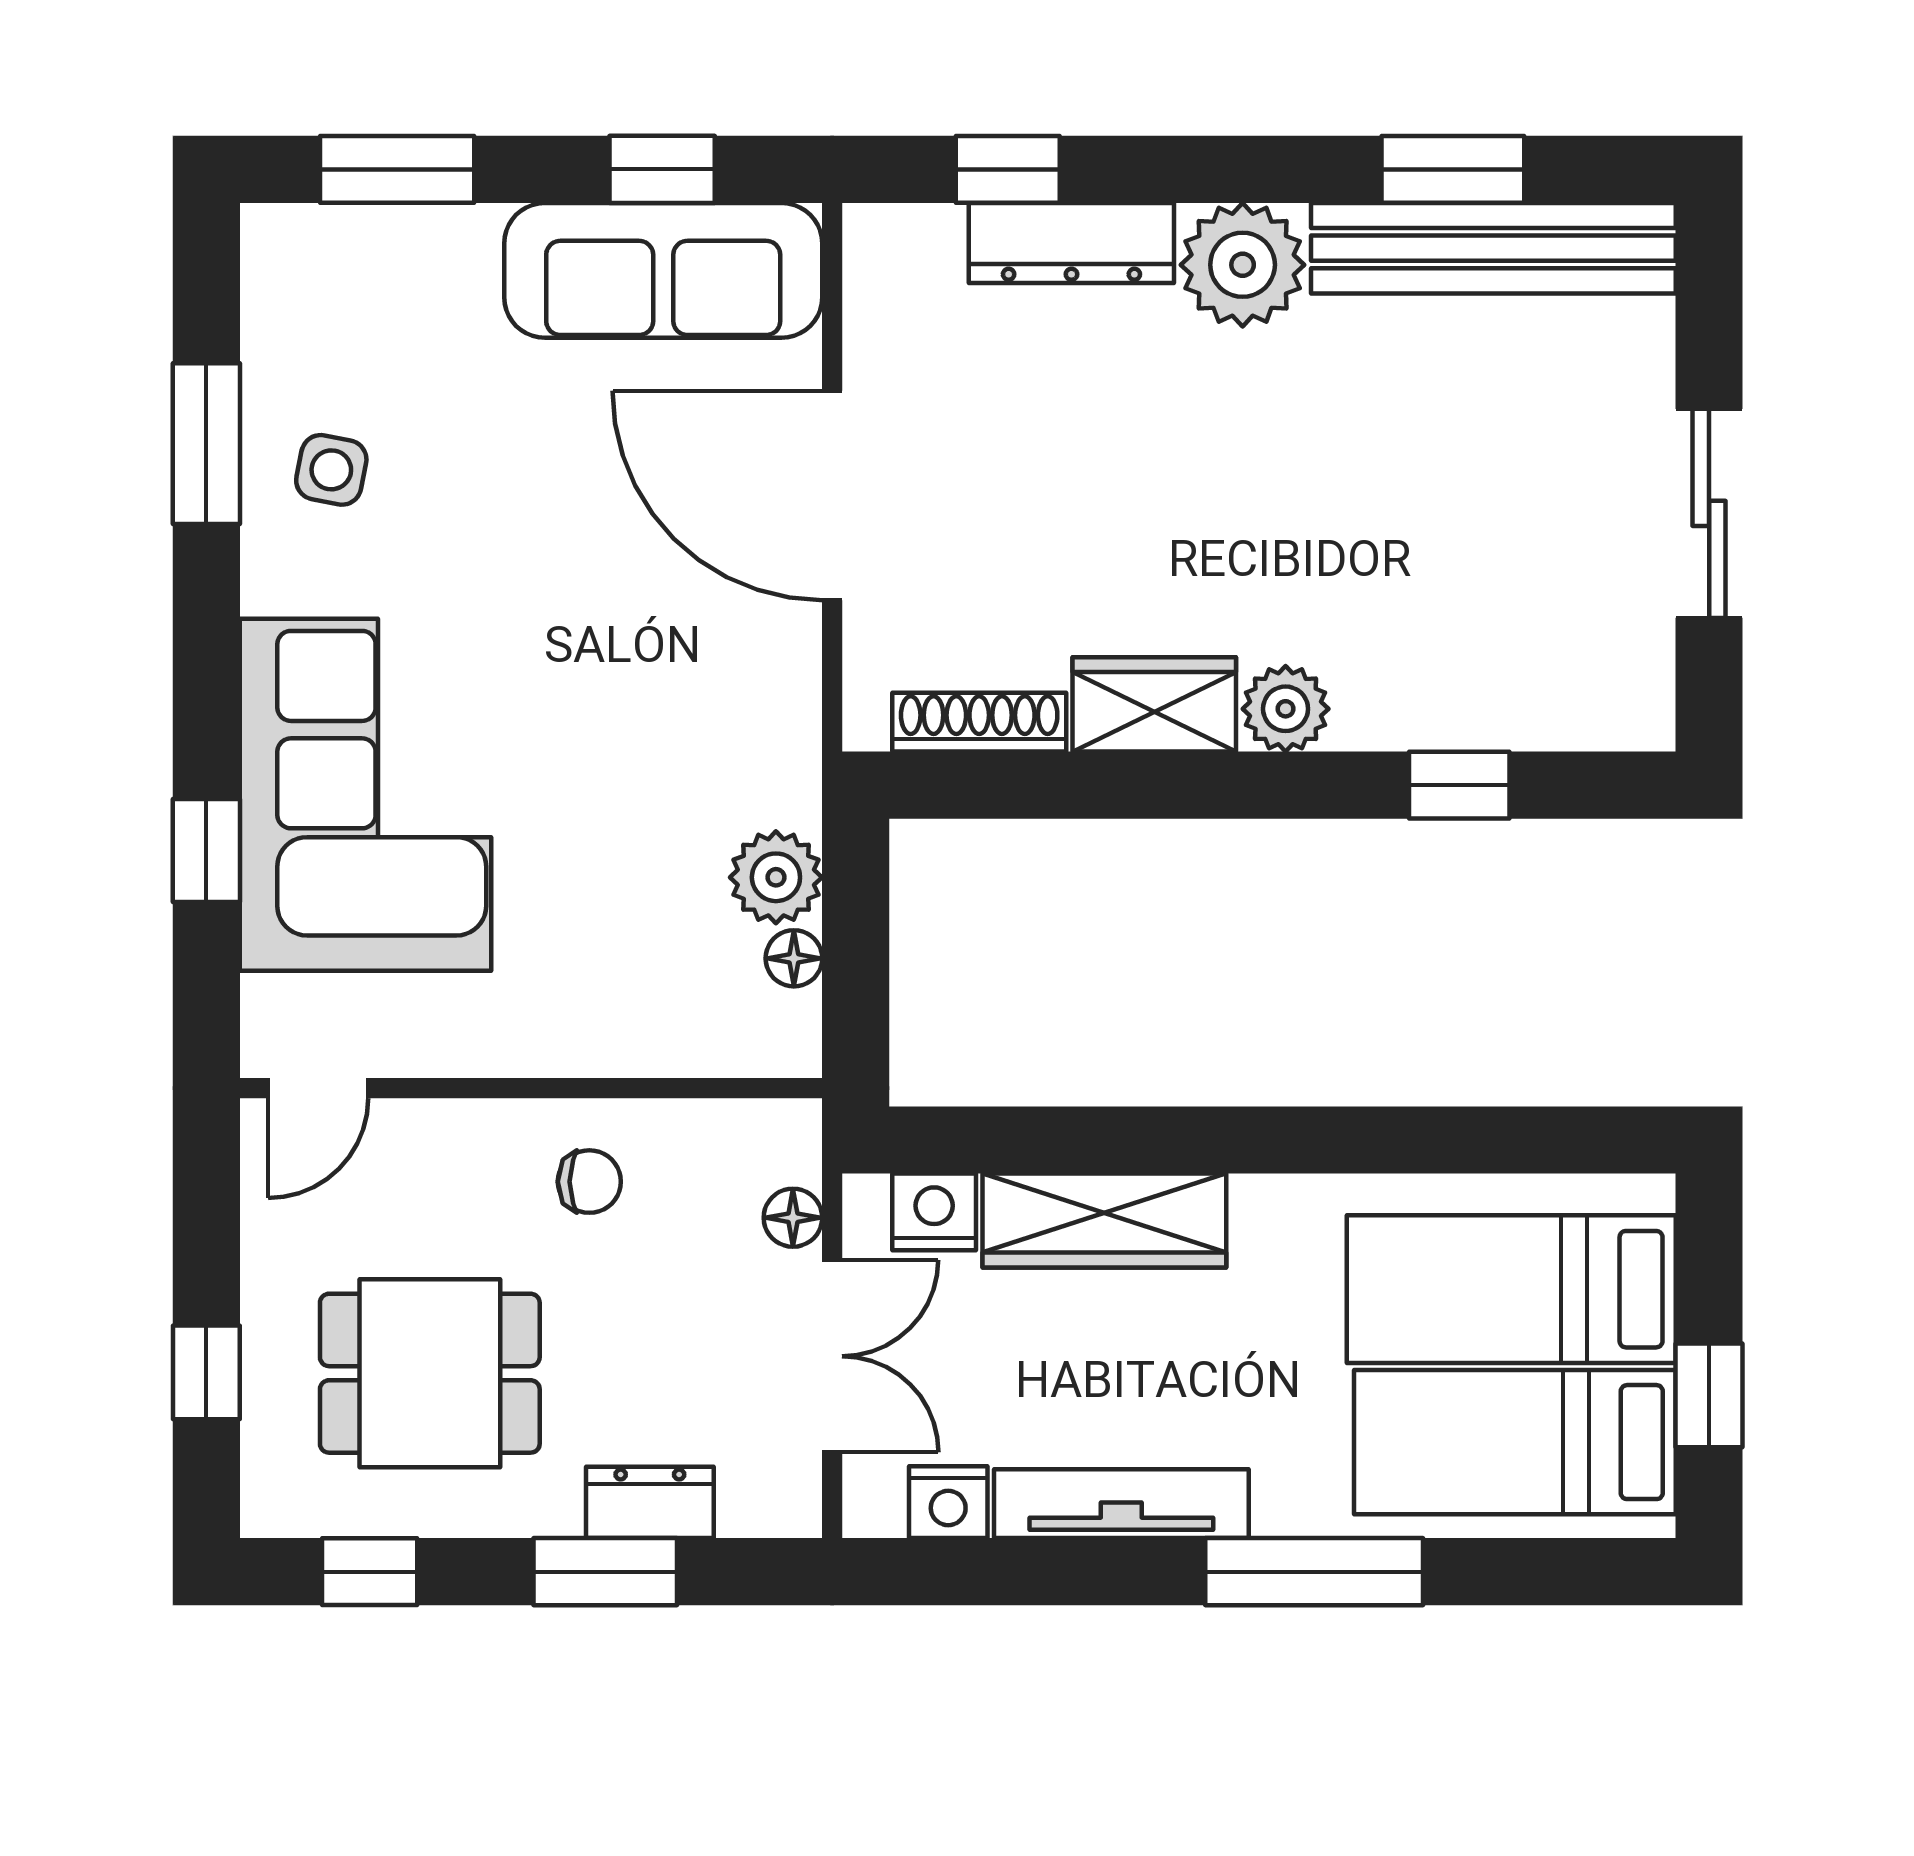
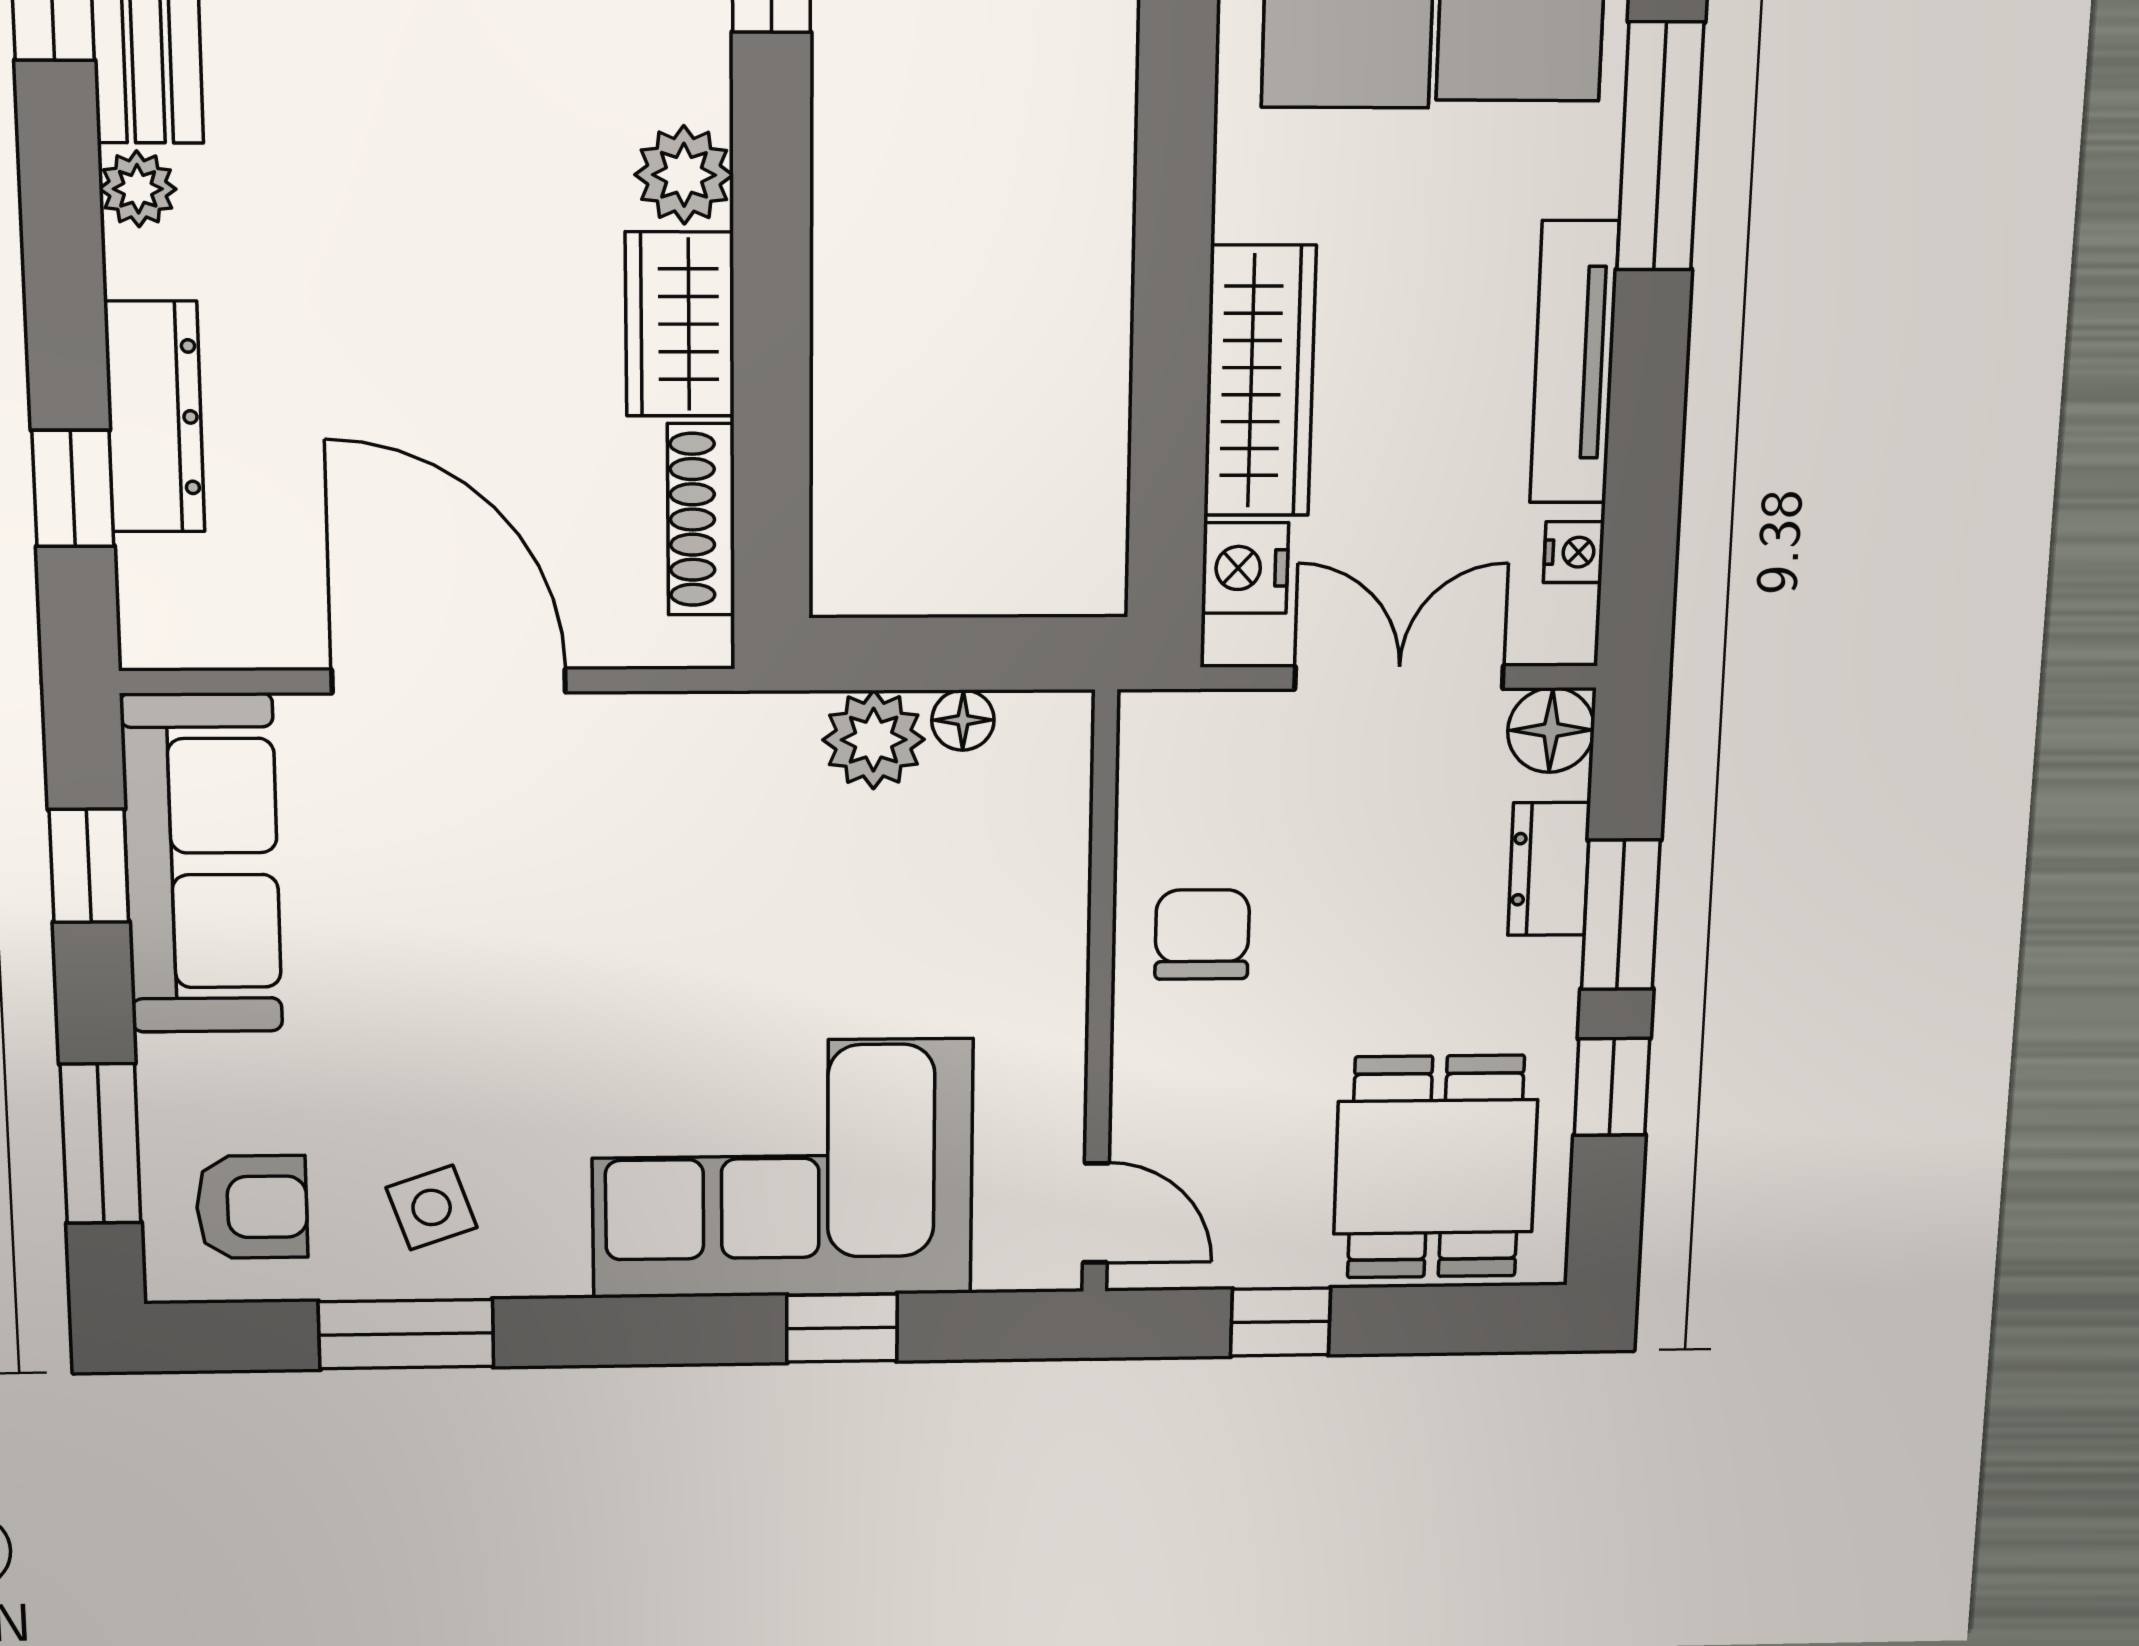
plant: (1243, 265) -> (138, 189), width x0.53, depth x0.53
armchair: (334, 305) -> (252, 1207), added
side table: (331, 470) -> (432, 1207), turned -30
door: (832, 495) -> (449, 681), swing flipped
chair: (589, 1182) -> (1202, 935), width x1.37, depth x1.37
floor lamp: (793, 1218) -> (1551, 730), moved, width x1.37, depth x1.37
window: (206, 1372) -> (1280, 1322), moved
dining table: (430, 1373) -> (1436, 1167), moved
nightstand: (948, 1502) -> (1574, 552), width x0.72, depth x0.74
window: (370, 1572) -> (1612, 1087), moved

